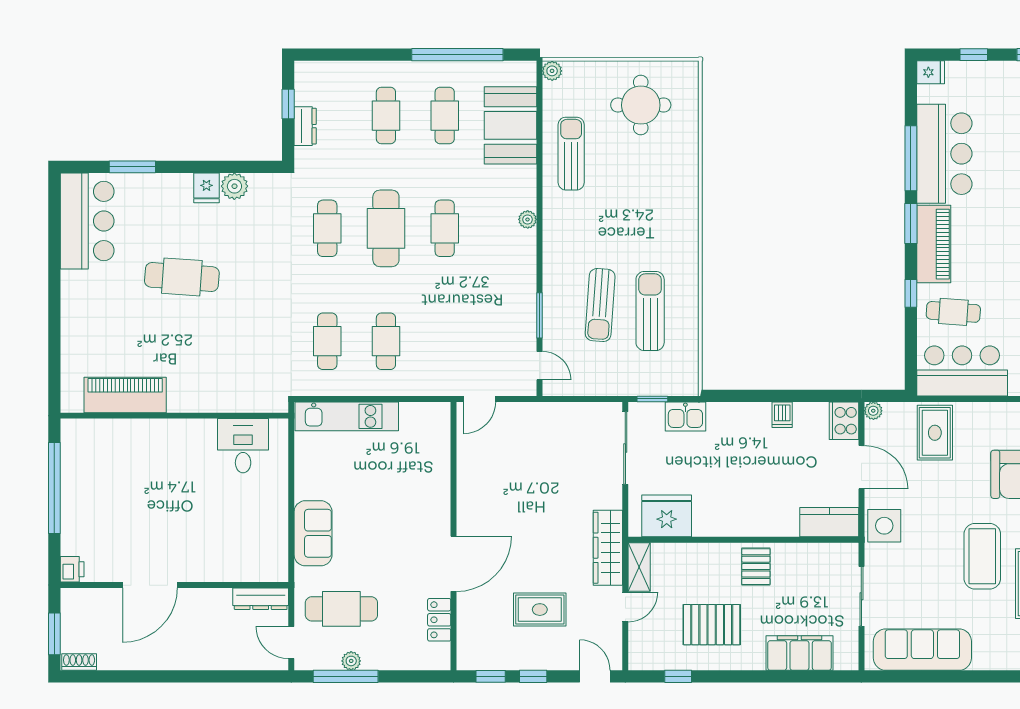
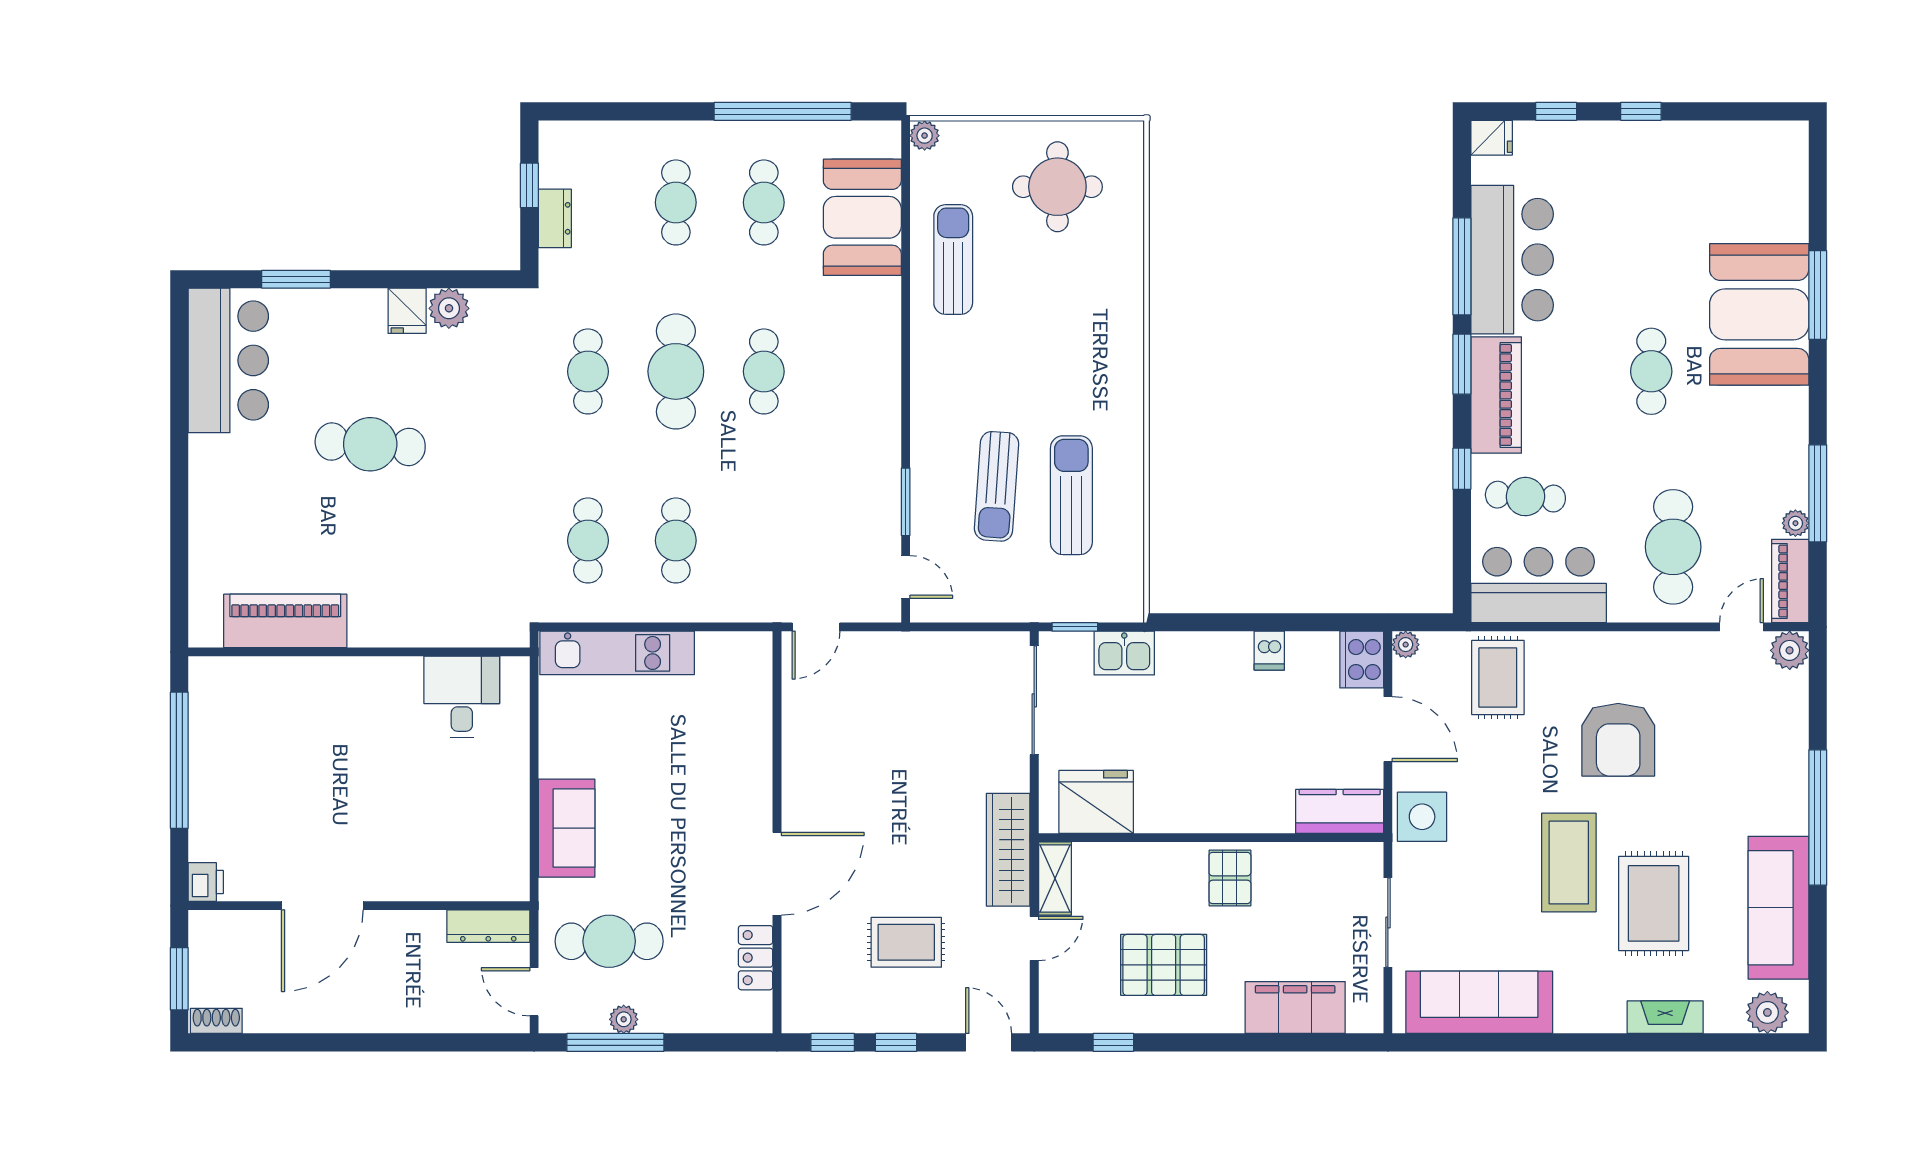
plant: (528, 219) -> (888, 358), removed

